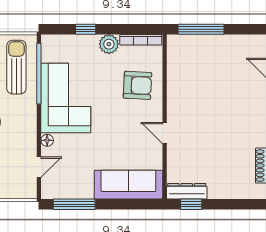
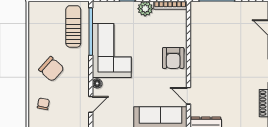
armchair: (137, 85) -> (173, 58), moved, turned 87
door: (165, 133) -> (189, 96), moved

